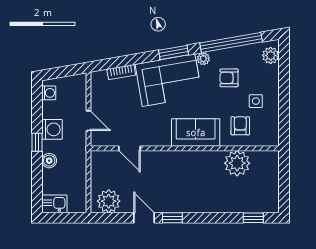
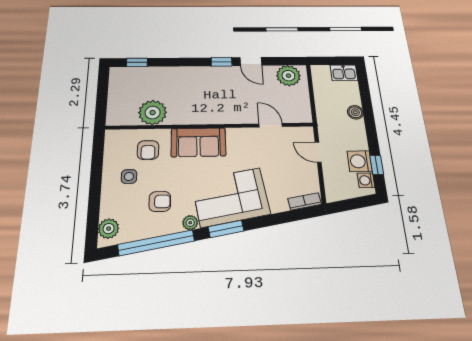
bookcase: (121, 72) -> (305, 201), moved
washing machine: (52, 129) -> (360, 161), moved
window: (37, 142) -> (377, 165), moved

